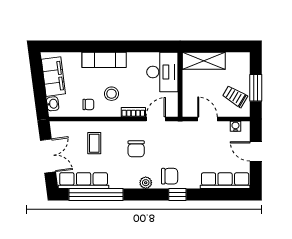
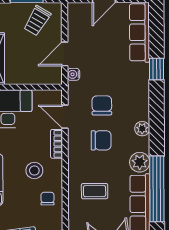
water cooler: (235, 126) -> (74, 74), moved
chair: (170, 176) -> (102, 105), moved
plant: (118, 181) -> (140, 162), added
window: (177, 195) -> (156, 69), moved

